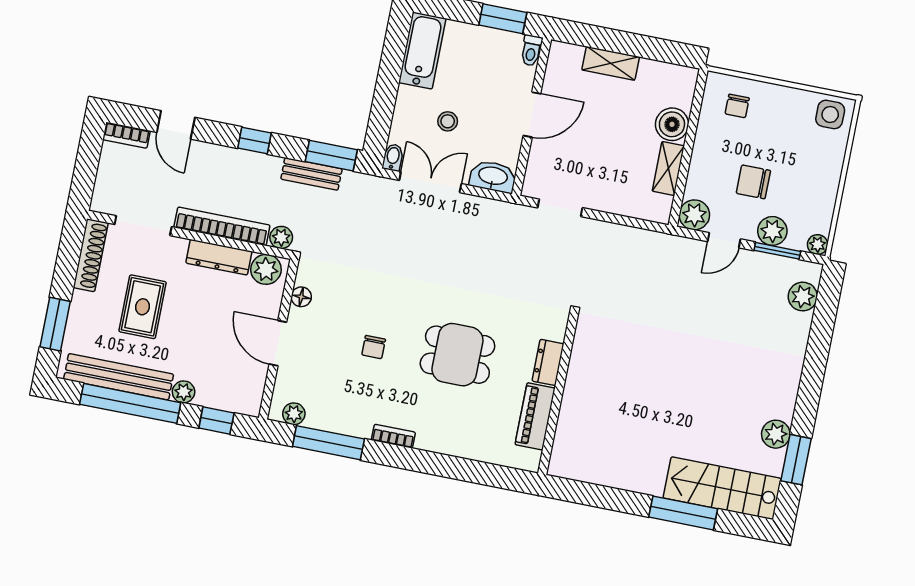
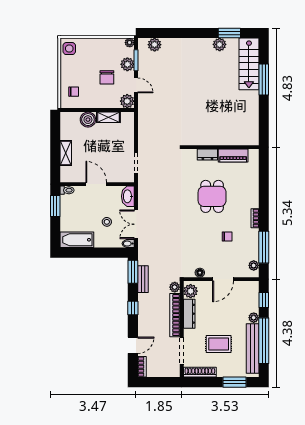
chair: (374, 347) -> (227, 236), moved

